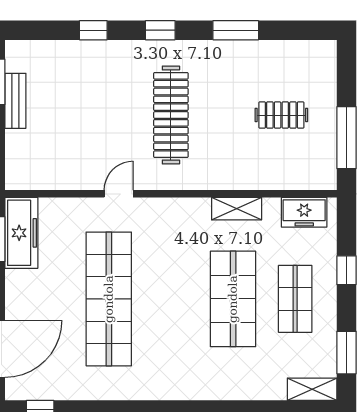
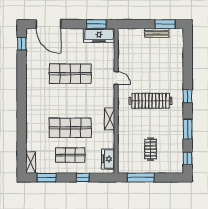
window: (93, 30) -> (188, 158), moved
shelving: (237, 209) -> (110, 119), moved
shop shelf: (109, 299) -> (70, 74), width x0.71

